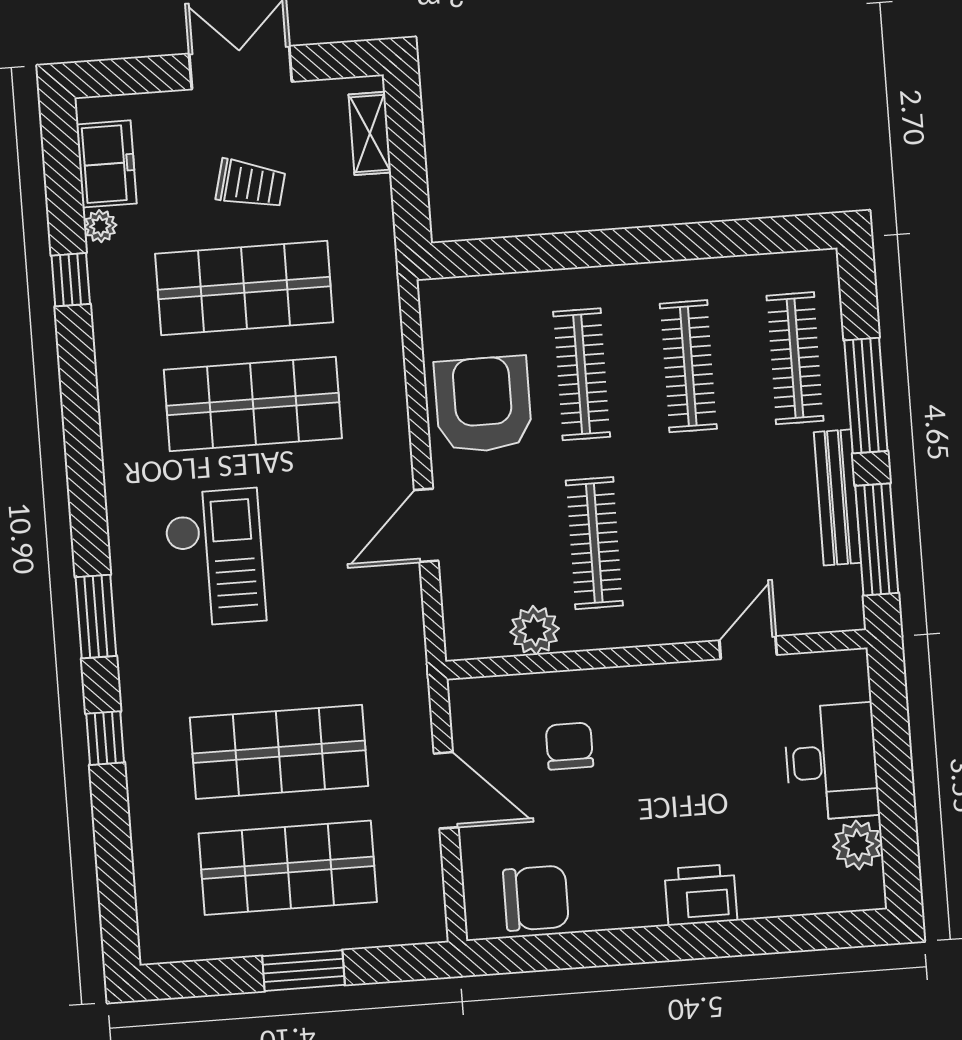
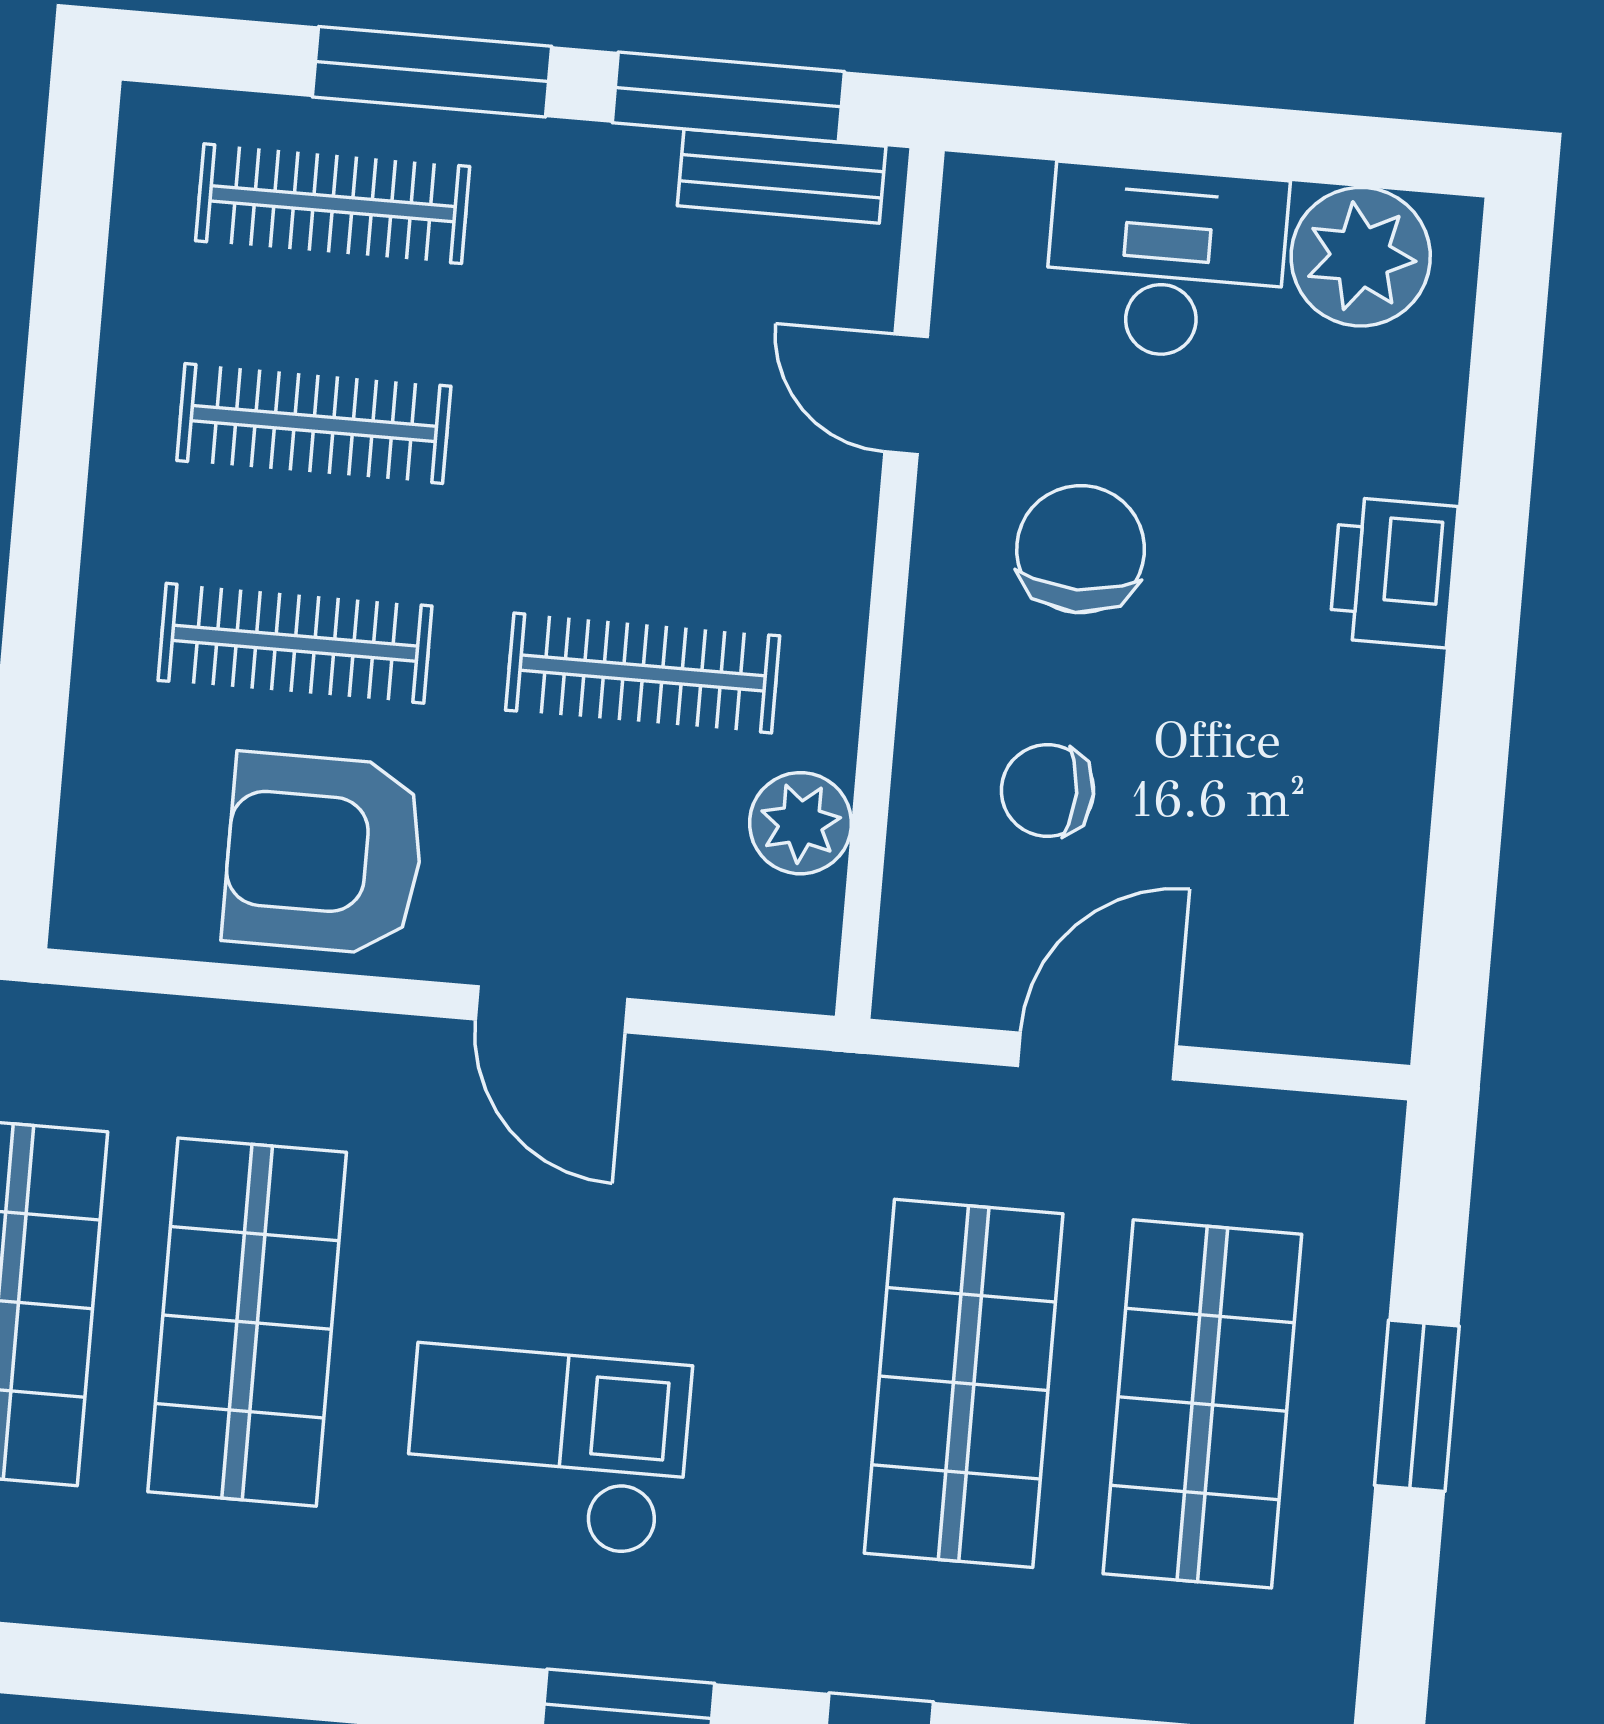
bench: (838, 497) -> (782, 176), moved, width x0.73
plant: (858, 845) -> (1361, 257), width x1.36, depth x1.36
chair: (536, 898) -> (1081, 549), moved

